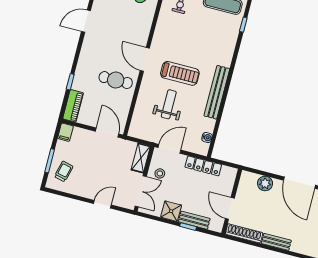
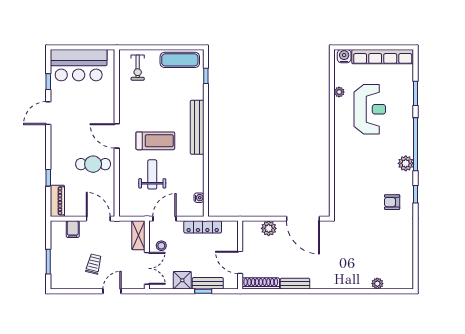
bench: (217, 92) -> (197, 127), moved
filing cabinet: (65, 132) -> (73, 229), moved
trolley: (64, 171) -> (94, 264), moved

